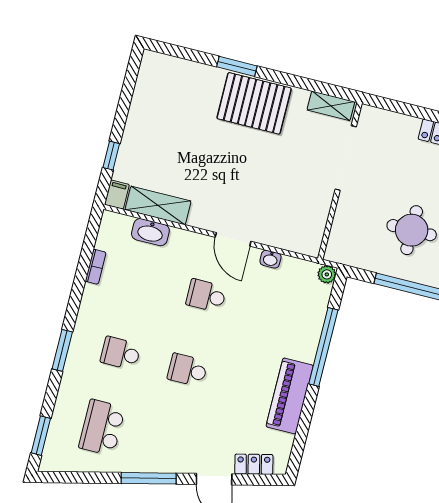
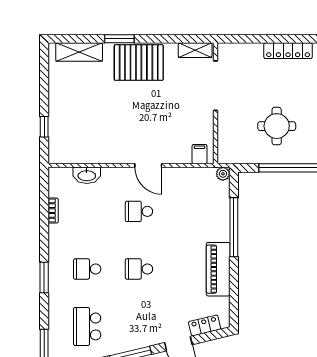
filing cabinet: (117, 195) -> (199, 154), moved
shelving: (158, 205) -> (79, 52), moved
washbasin: (270, 259) -> (179, 173), removed

